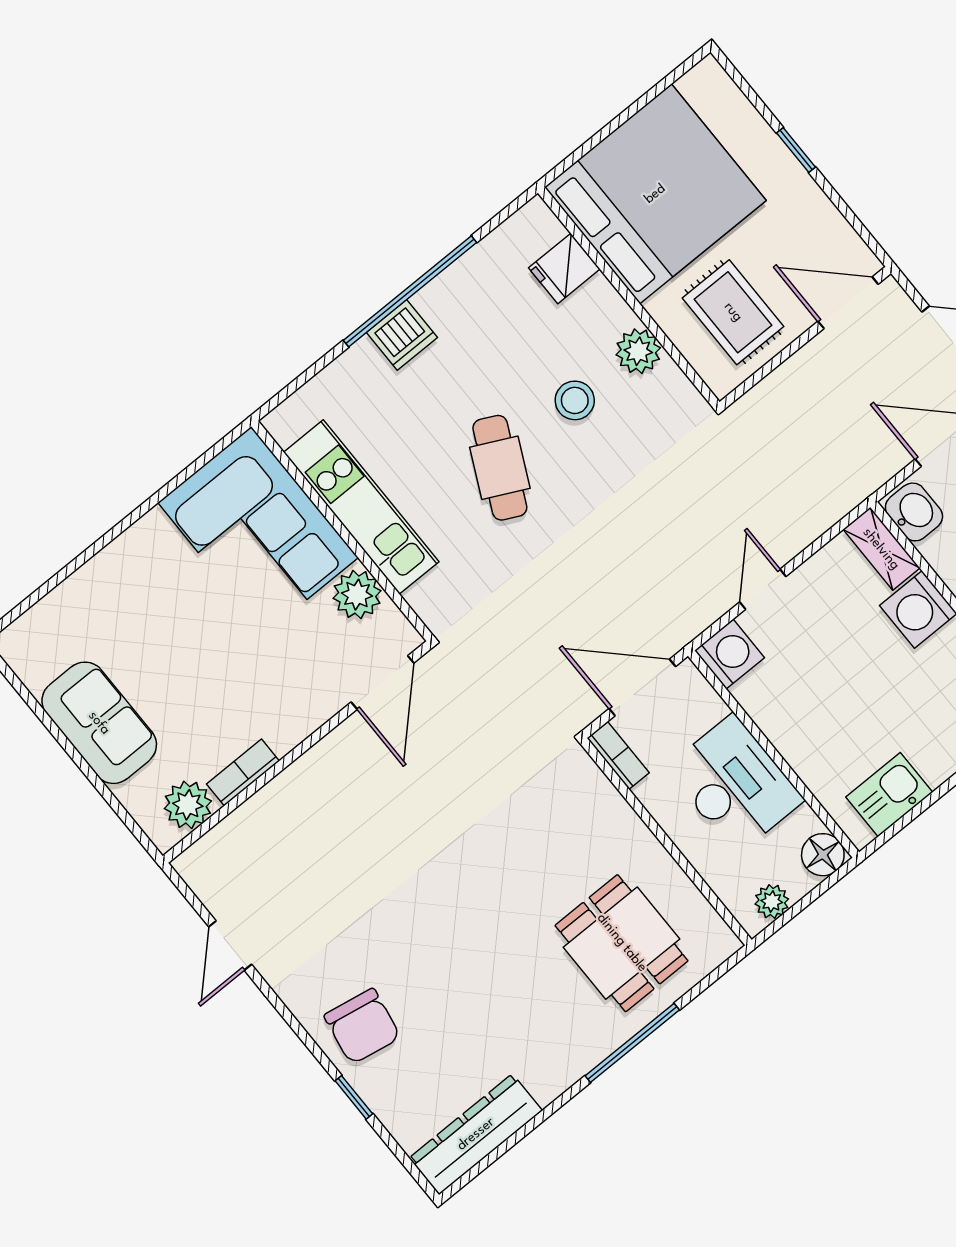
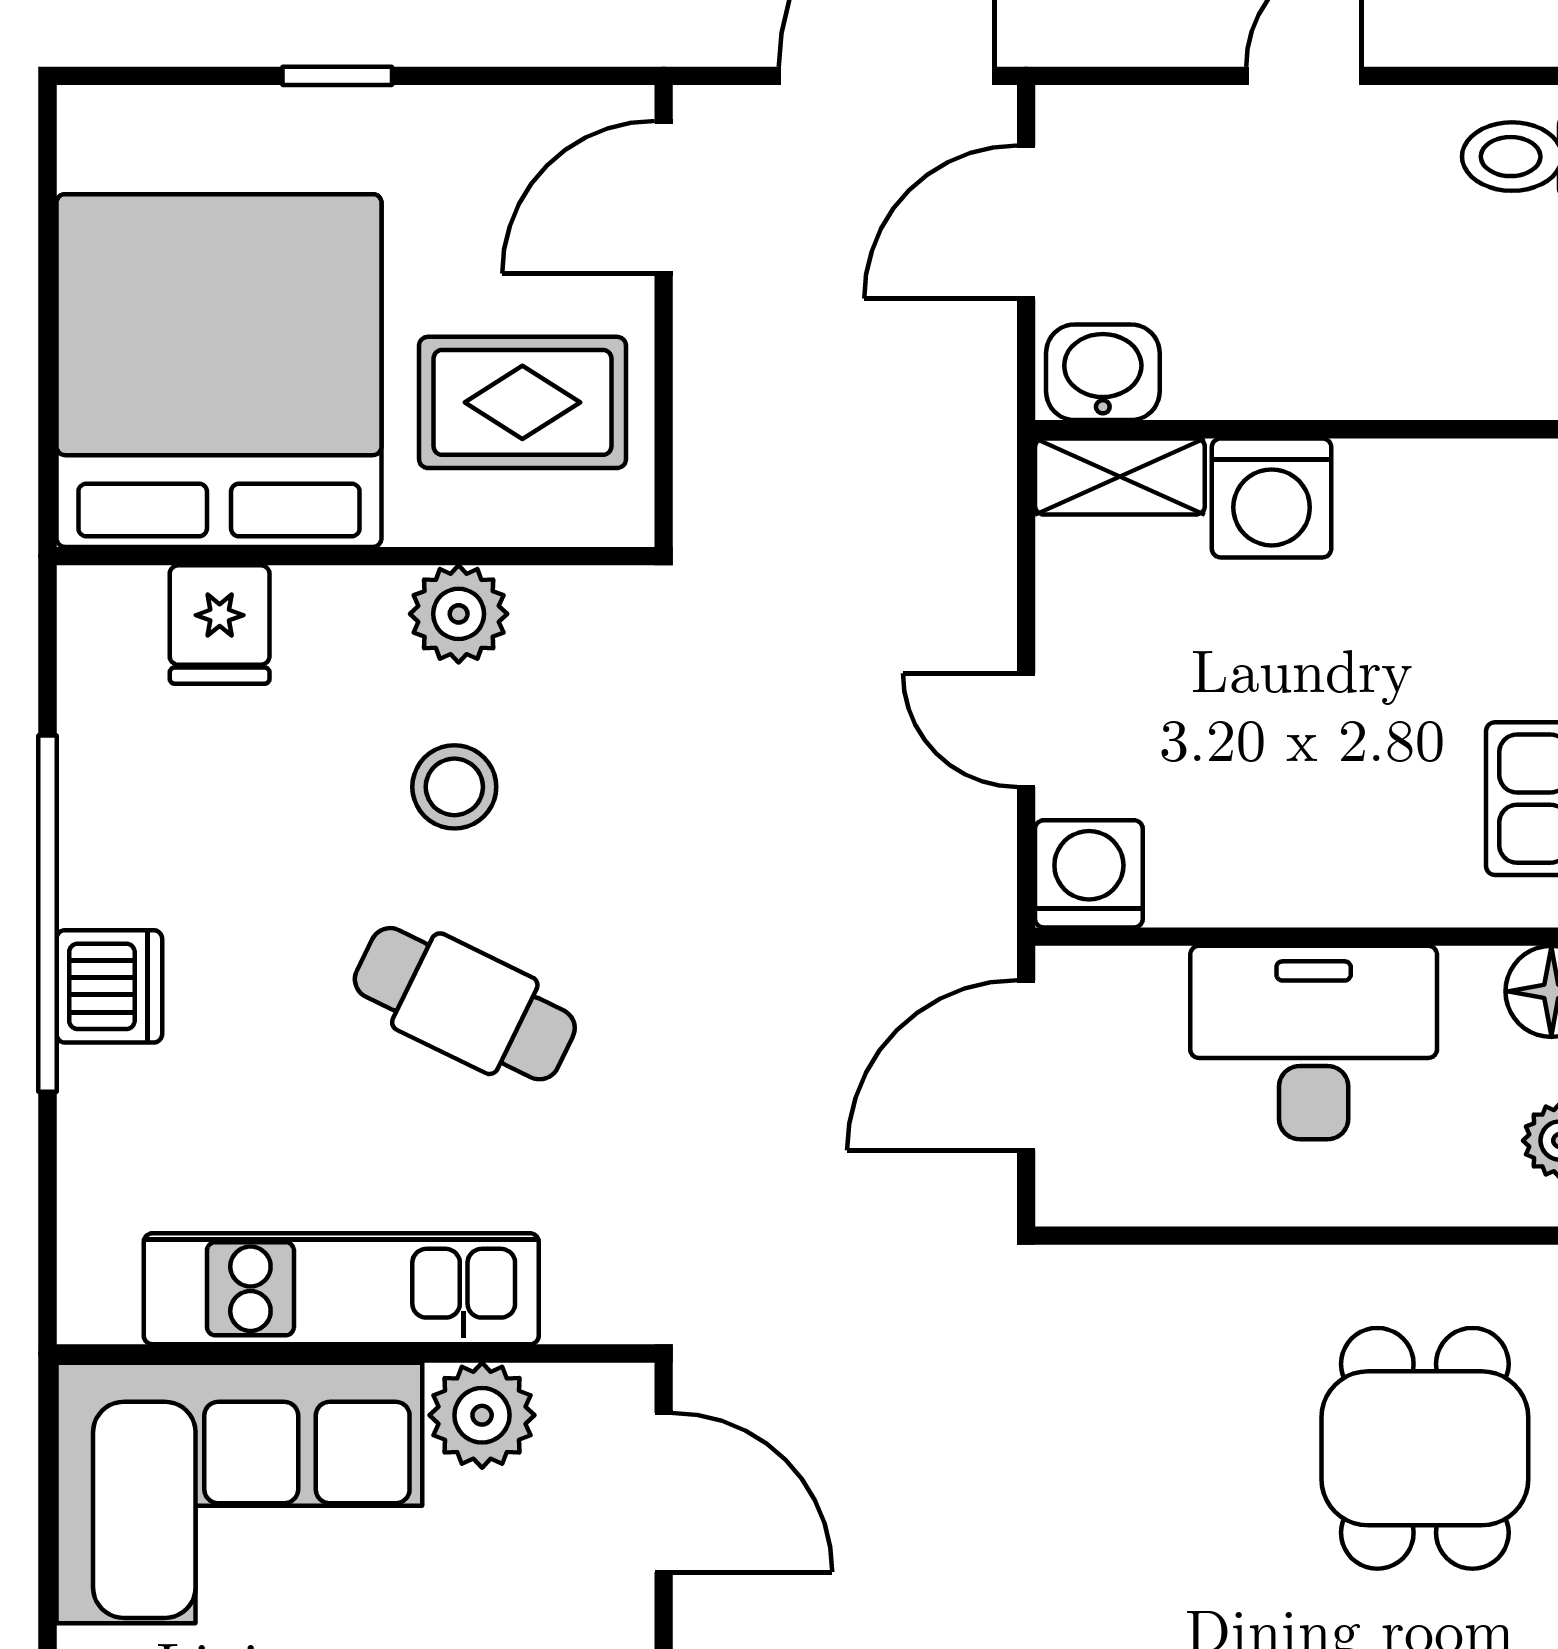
bookcase: (618, 755) -> (1107, 1198), removed
dining table: (622, 943) -> (1425, 1448), turned 90

